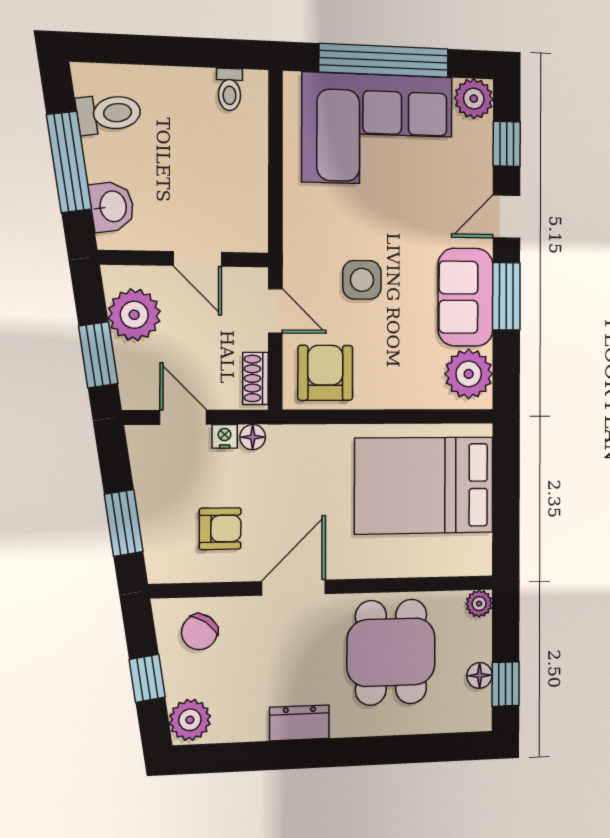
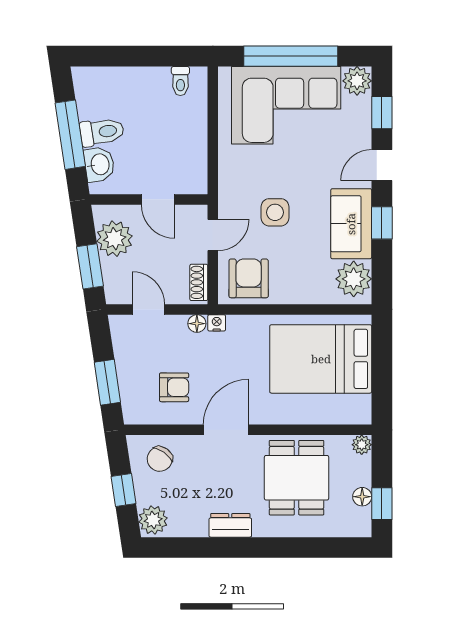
toilet: (109, 114) -> (102, 132), moved
window: (506, 296) -> (382, 223), width x0.67
door: (275, 311) -> (213, 235), hinge flipped
nightstand: (225, 436) -> (217, 323), moved

